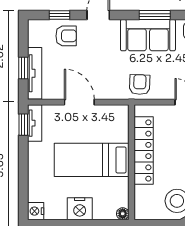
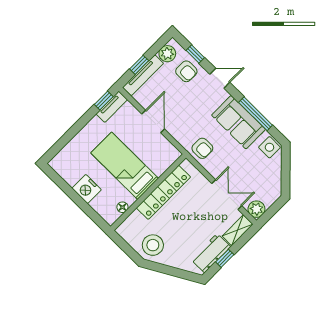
window: (155, 15) -> (256, 114), width x1.44
plant: (37, 37) -> (167, 54), added
armchair: (140, 85) -> (202, 148), turned 88
nightstand: (36, 211) -> (57, 163), removed
floor lamp: (123, 214) -> (122, 207), moved

